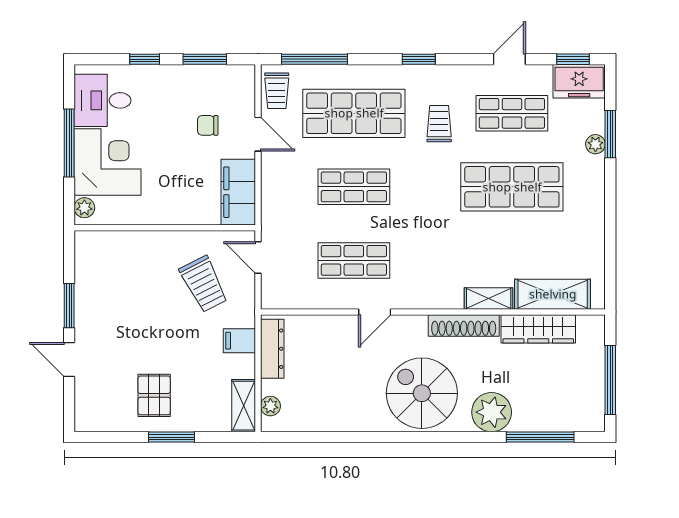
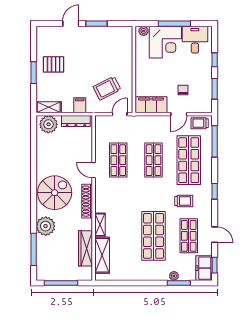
shoe rack: (464, 325) -> (87, 201), moved
plant: (270, 406) -> (48, 124), width x1.88, depth x1.88

